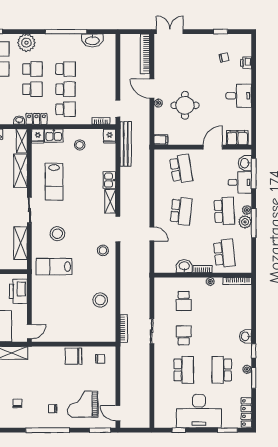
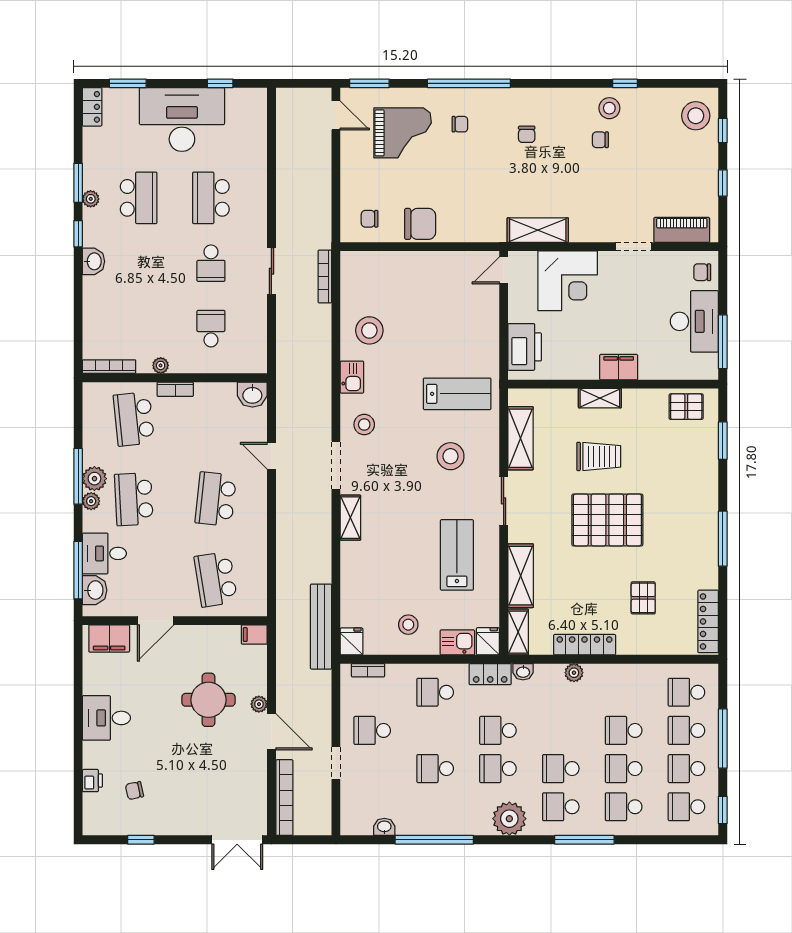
washbasin: (92, 40) -> (384, 827), width x0.52, depth x0.69
school desk: (66, 89) -> (372, 730), moved
doorway: (118, 109) -> (336, 763), moved
kitchen sink: (109, 180) -> (352, 377), moved
washbasin: (184, 266) -> (252, 395), moved
locker: (246, 412) -> (92, 107), width x0.66

